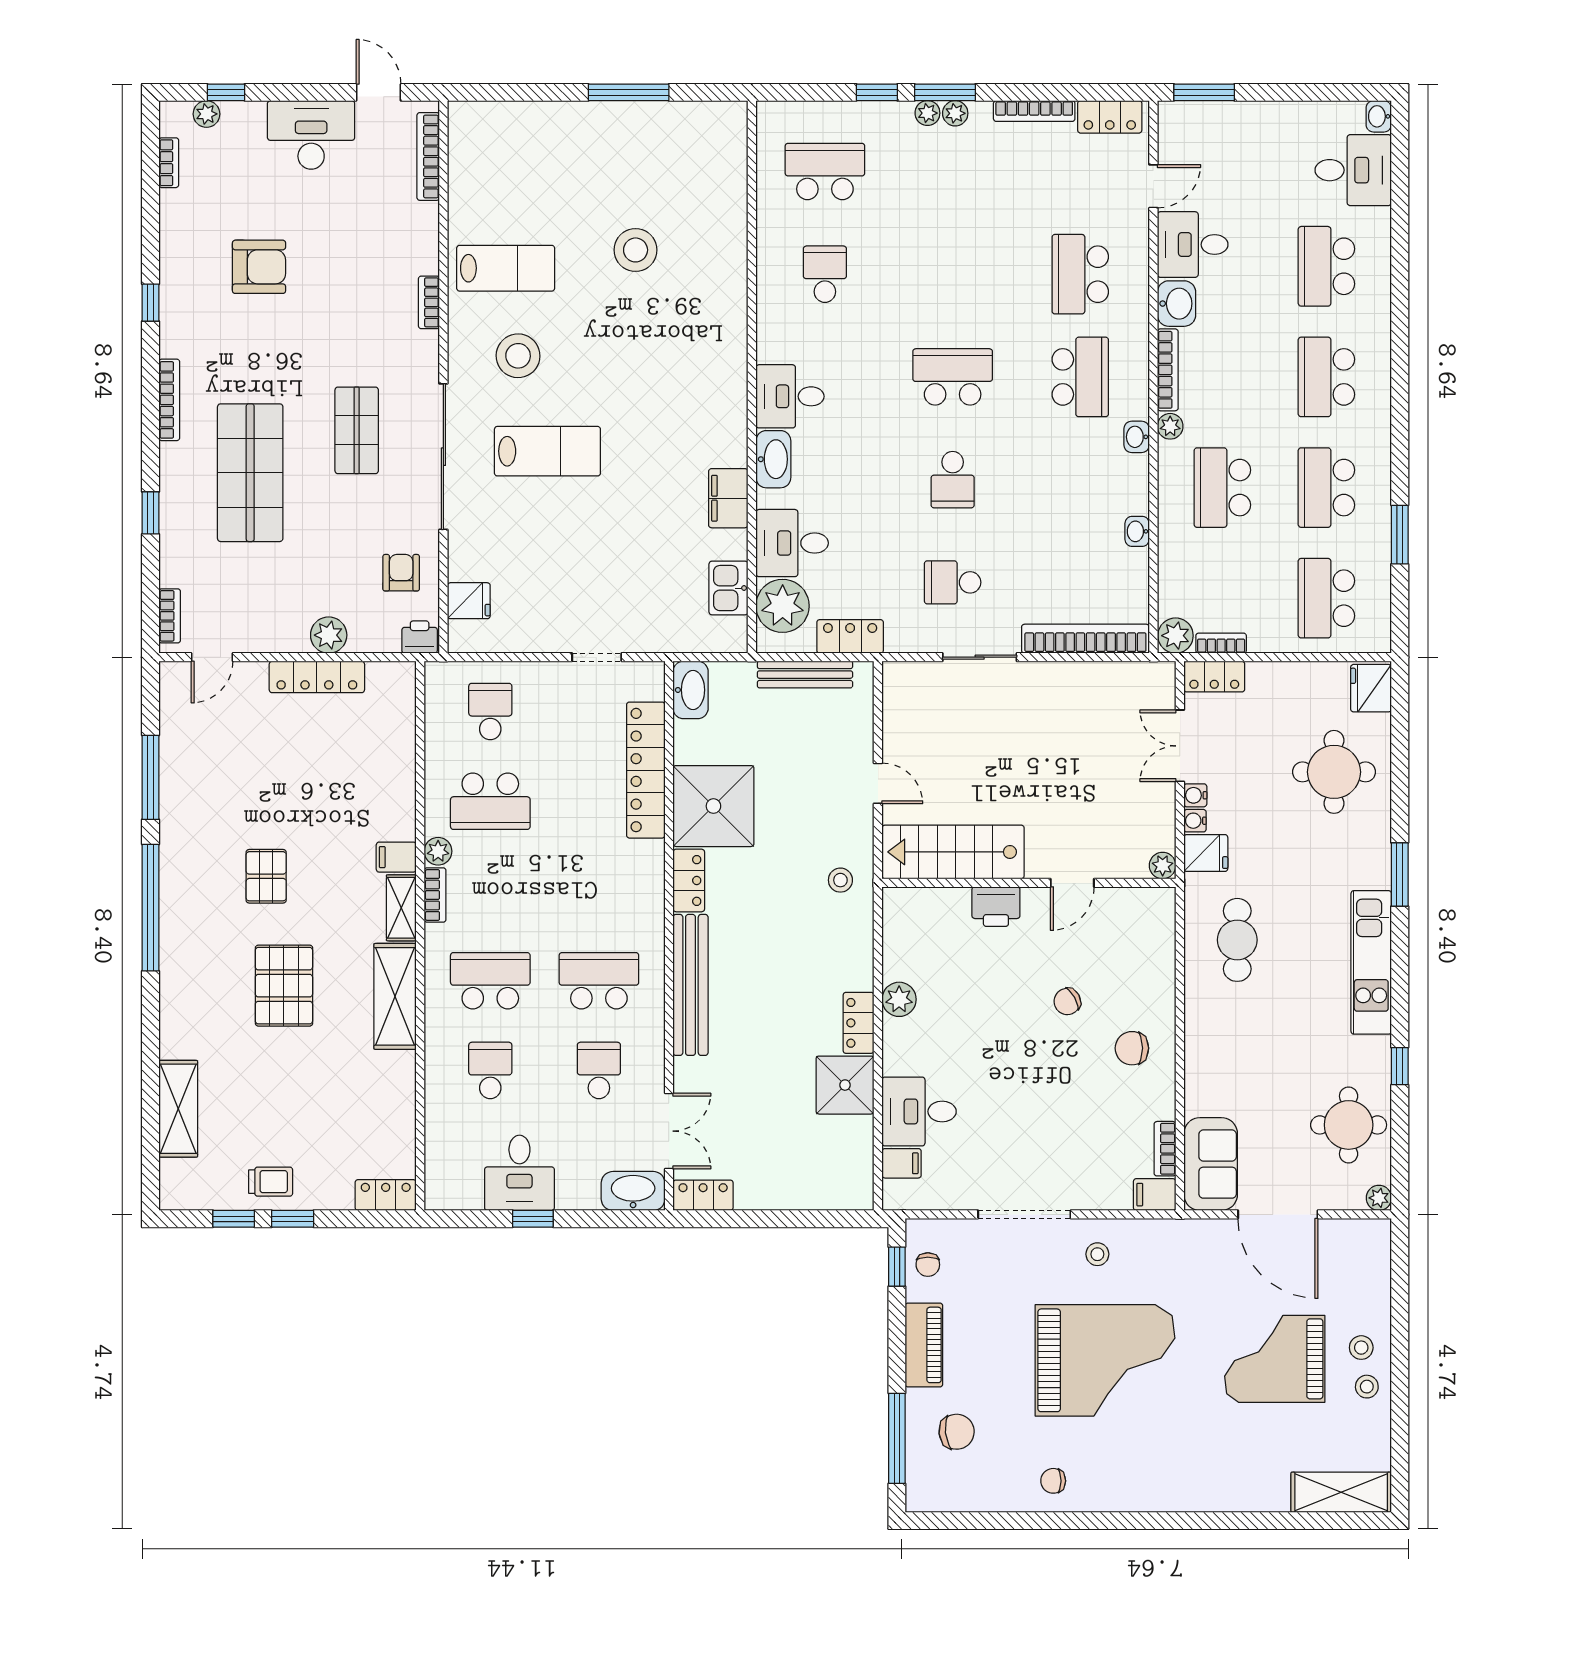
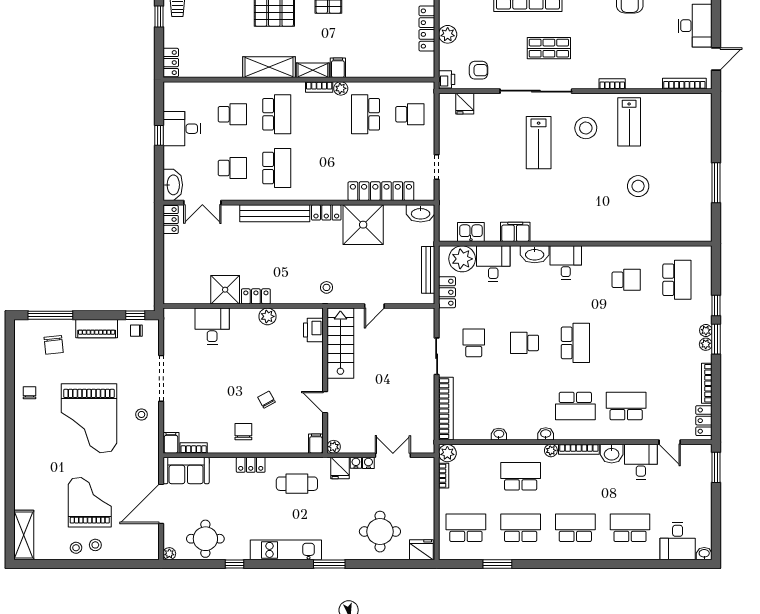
locker: (1214, 677) -> (251, 465), moved, turned -90
printer: (996, 907) -> (313, 330), moved
filing cabinet: (902, 1163) -> (316, 444), moved, turned 180

